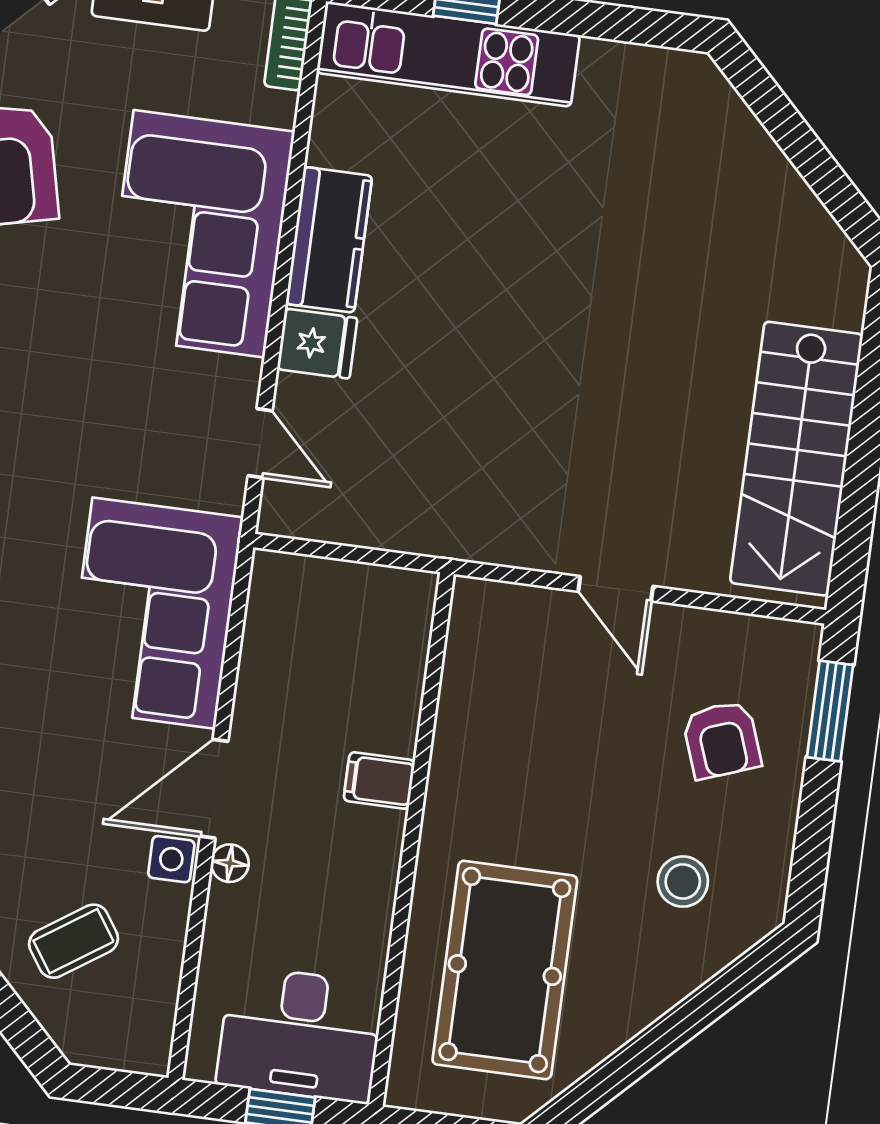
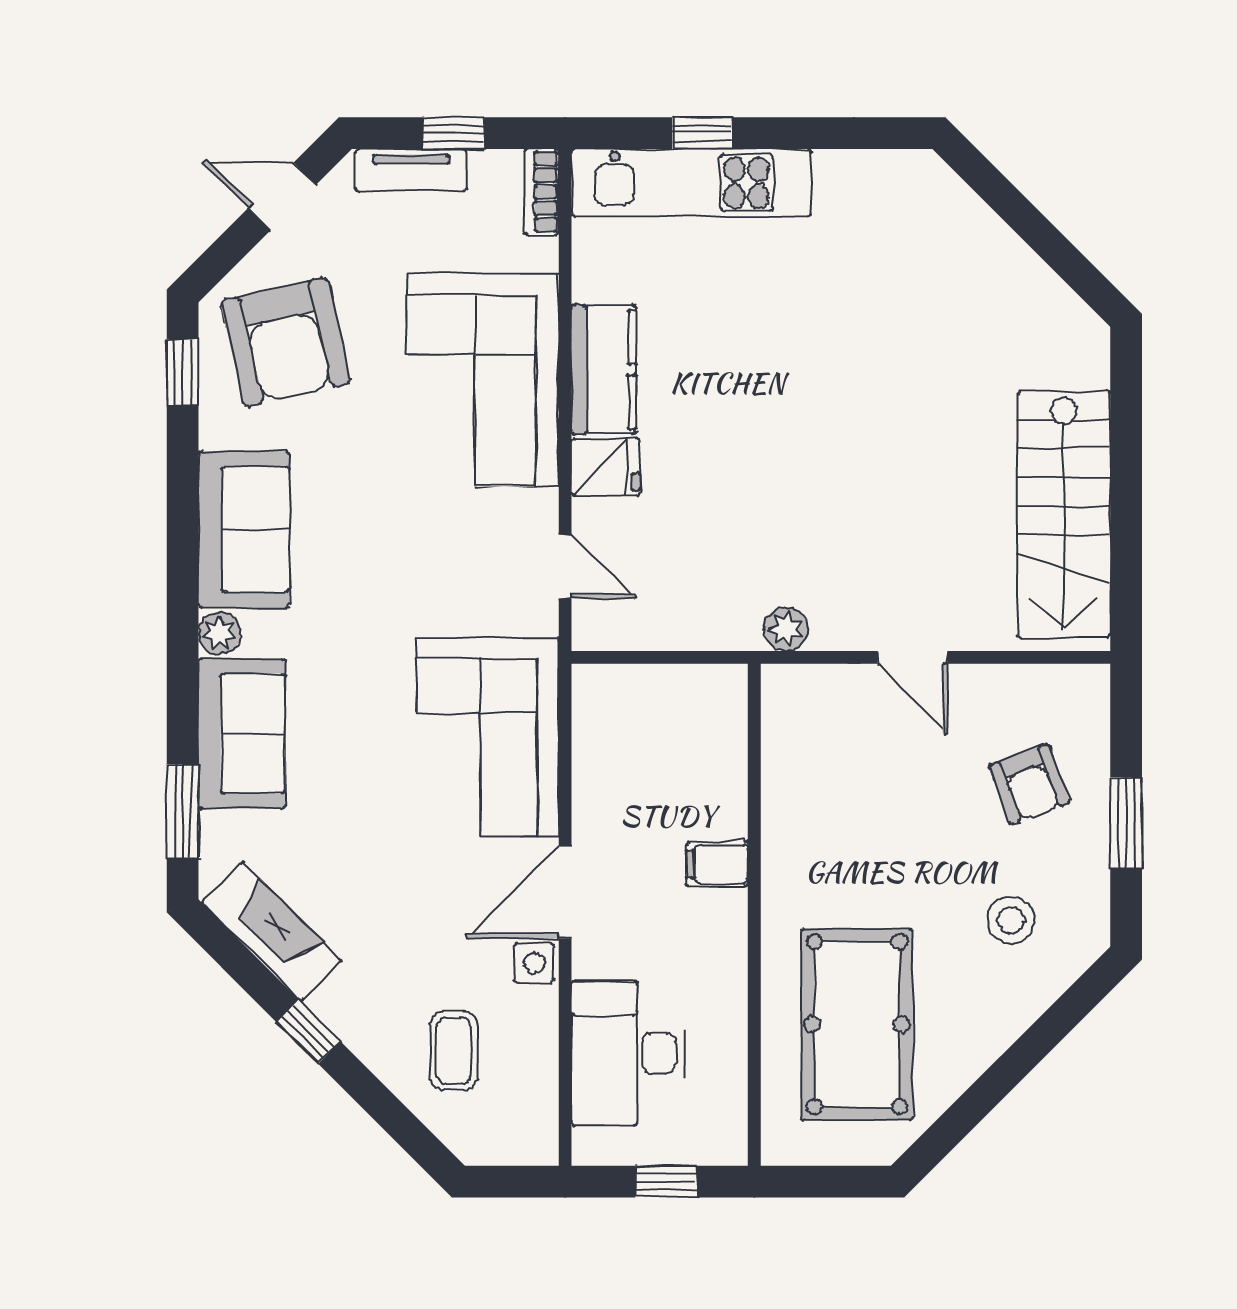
plant: (485, 541) -> (786, 629), added
window: (830, 711) -> (1126, 823), moved
floor lamp: (230, 863) -> (589, 959), removed
coffee table: (74, 941) -> (454, 1051), turned -56
desk: (300, 1034) -> (628, 1053), moved, turned 90

